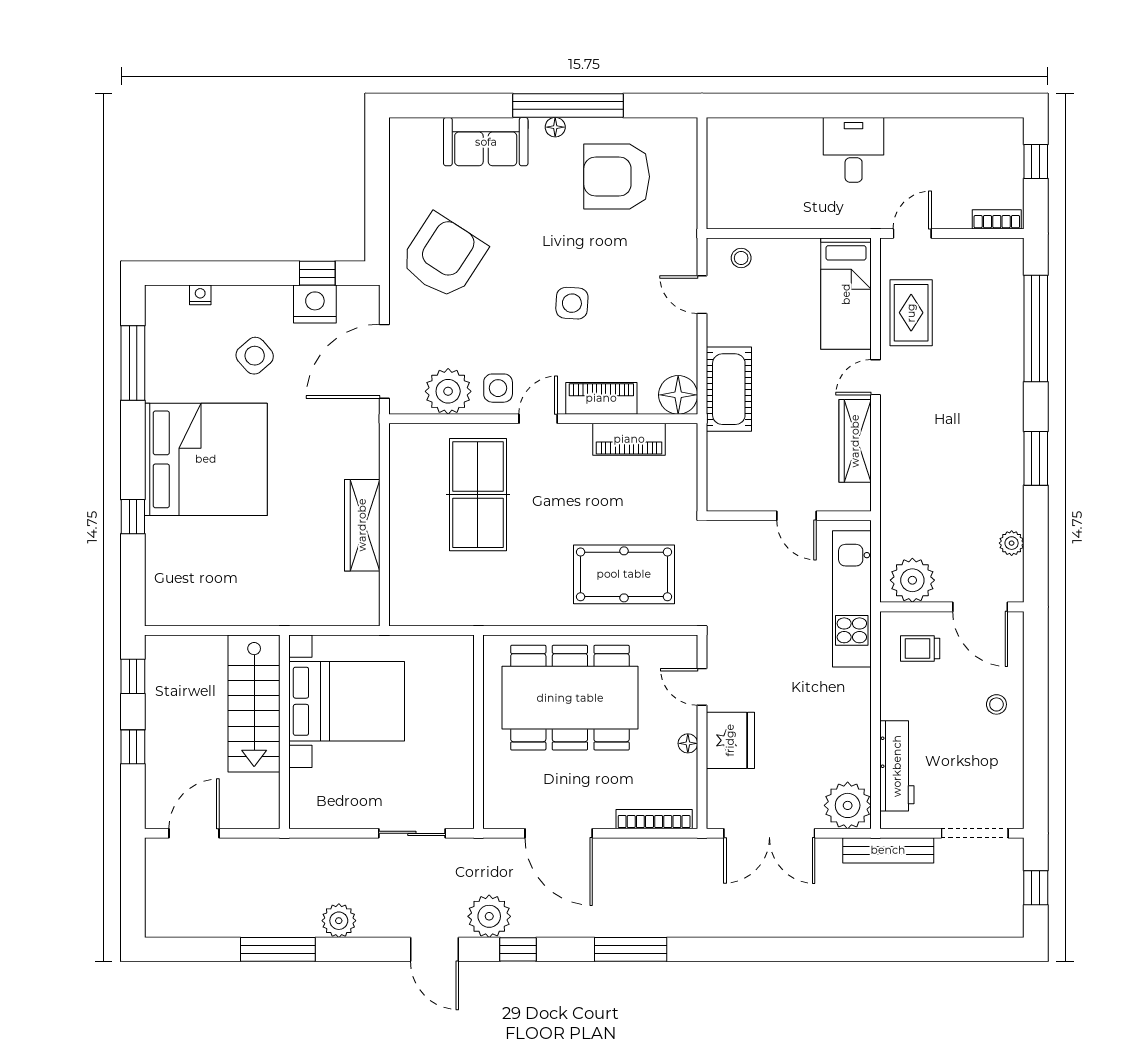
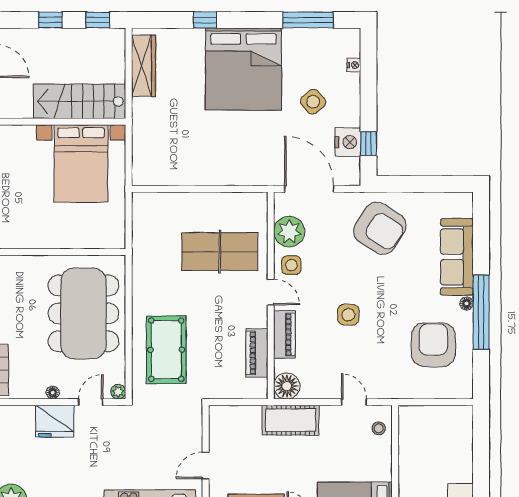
sofa: (486, 142) -> (457, 257), width x1.36
door: (702, 295) -> (354, 402), hinge flipped
wardrobe: (362, 525) -> (143, 66), moved, turned 90
plant: (687, 646) -> (118, 392), added

